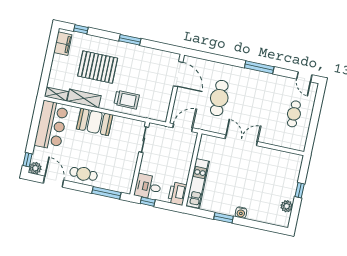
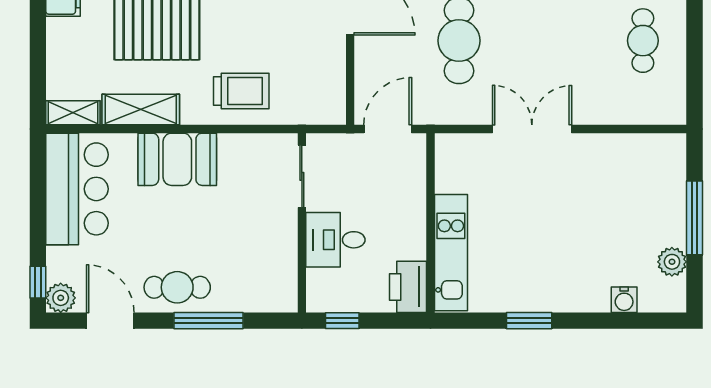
desk: (148, 187) -> (335, 240), moved
window: (300, 190) -> (694, 218), width x2.17
window: (106, 193) -> (209, 321), moved
water cooler: (241, 213) -> (624, 300), moved

